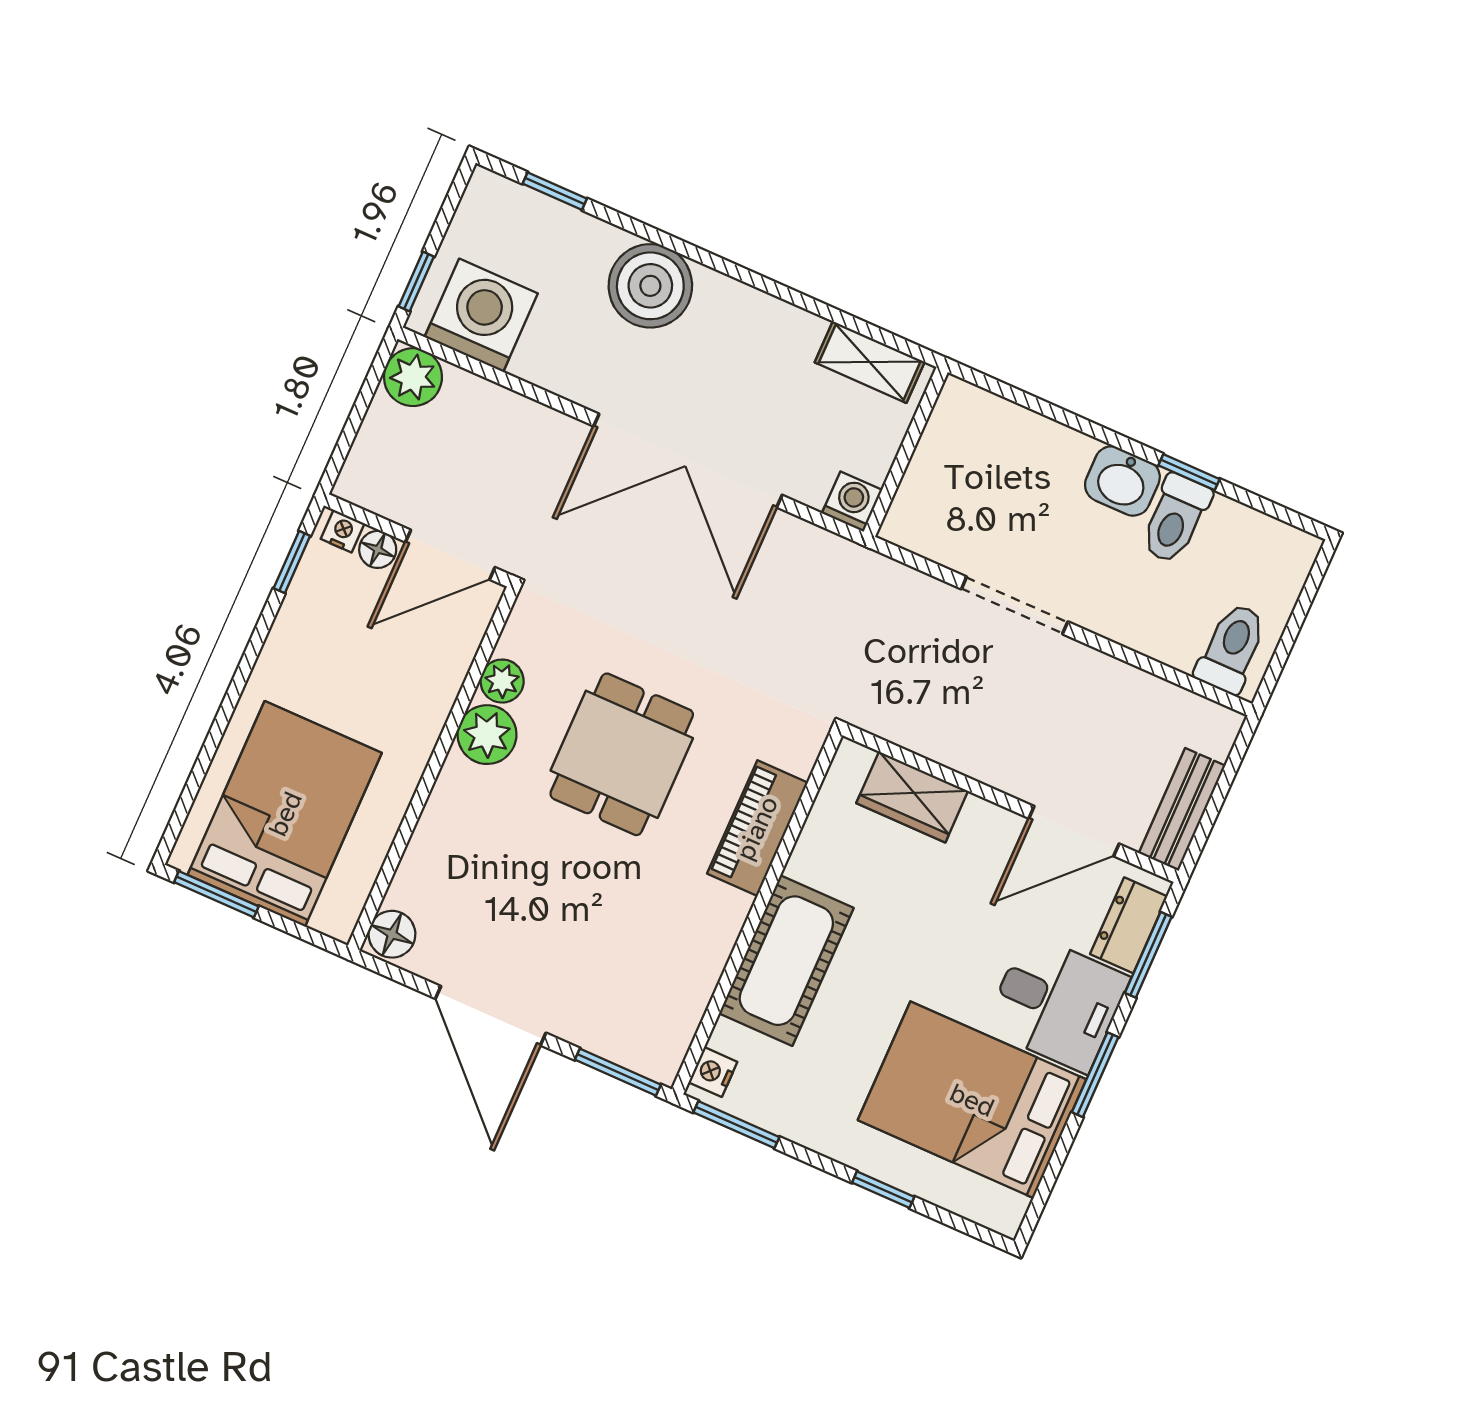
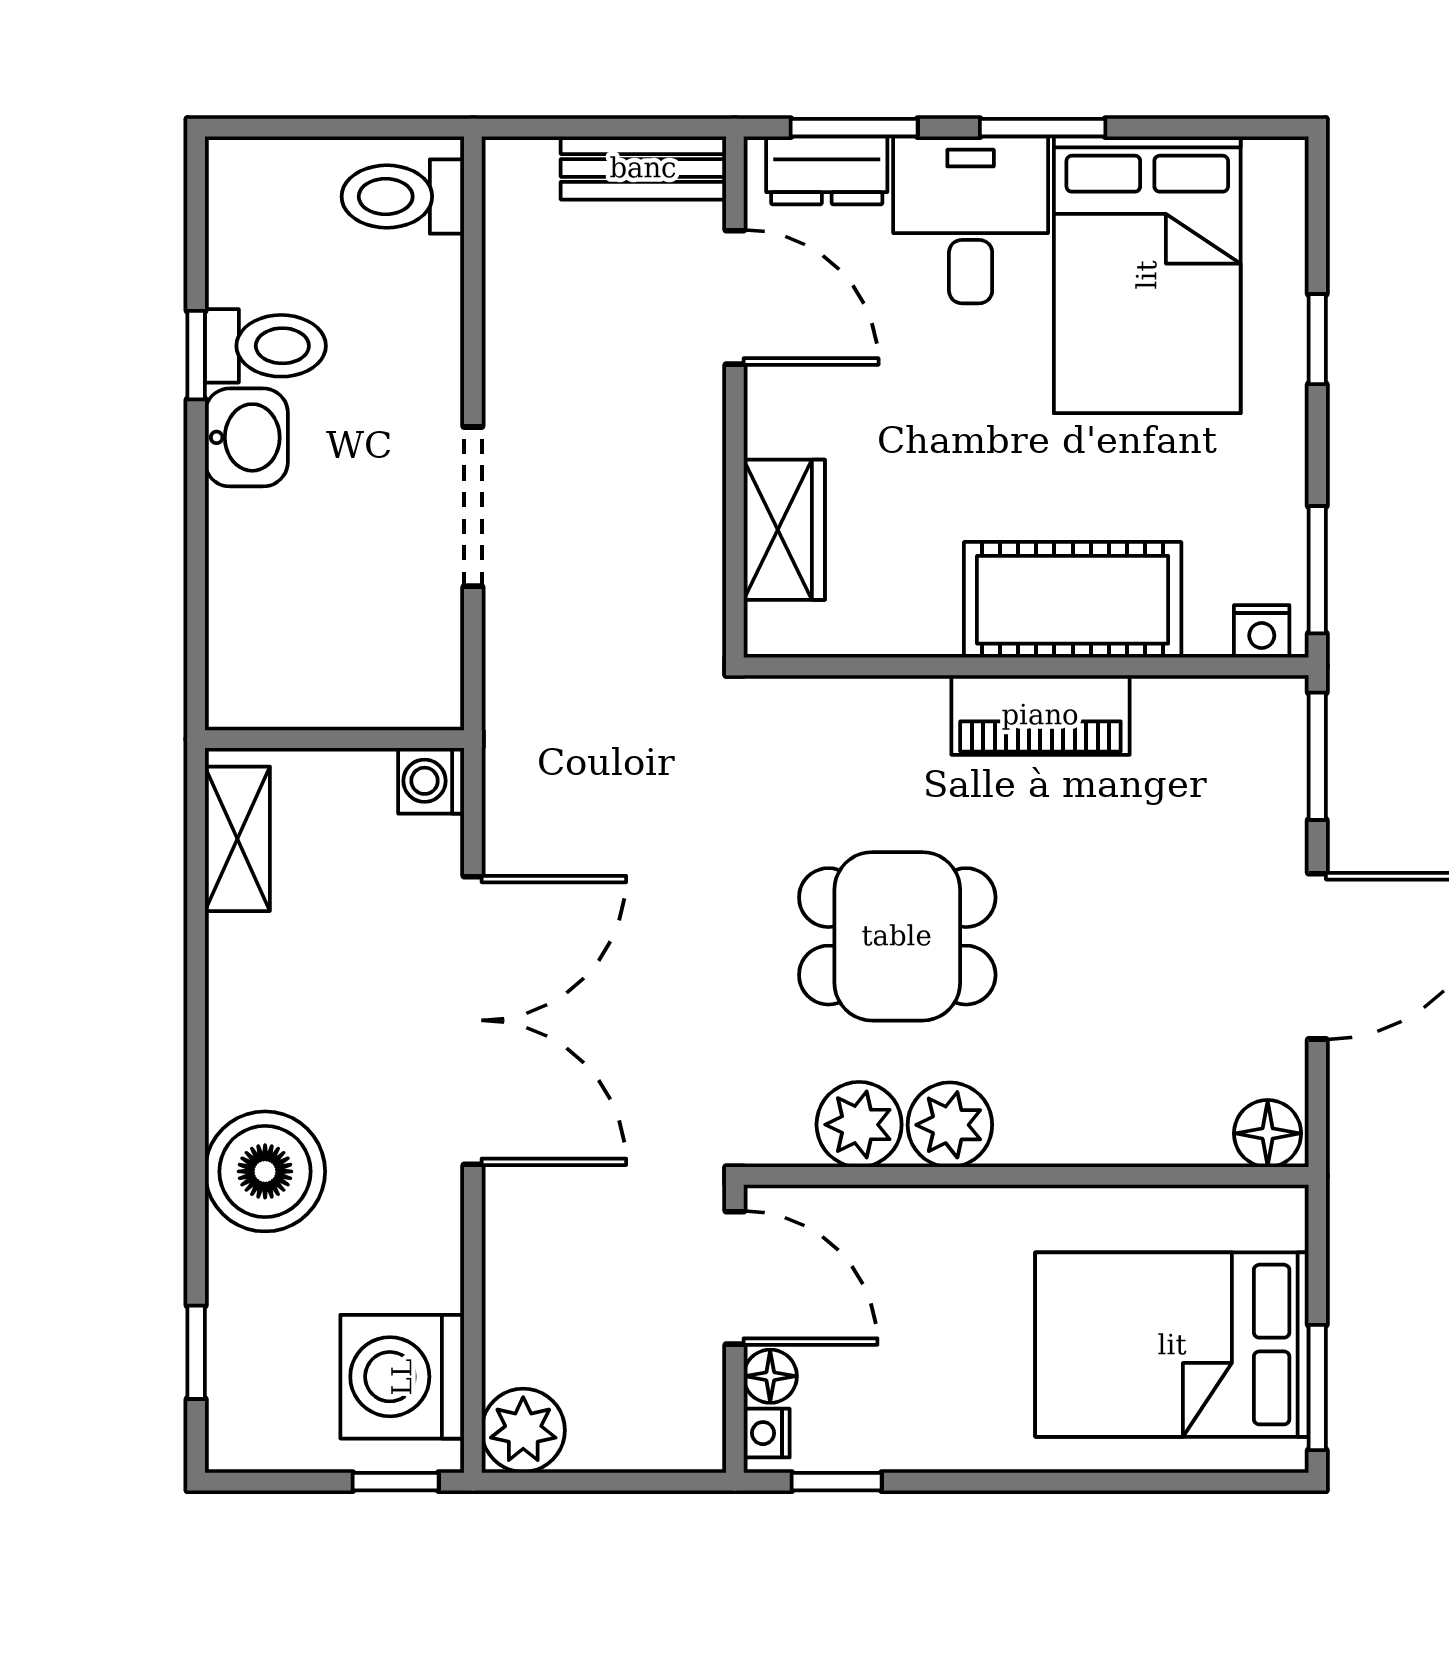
plant: (502, 681) -> (859, 1125), width x1.38, depth x1.38
piano: (757, 828) -> (1040, 715), moved

